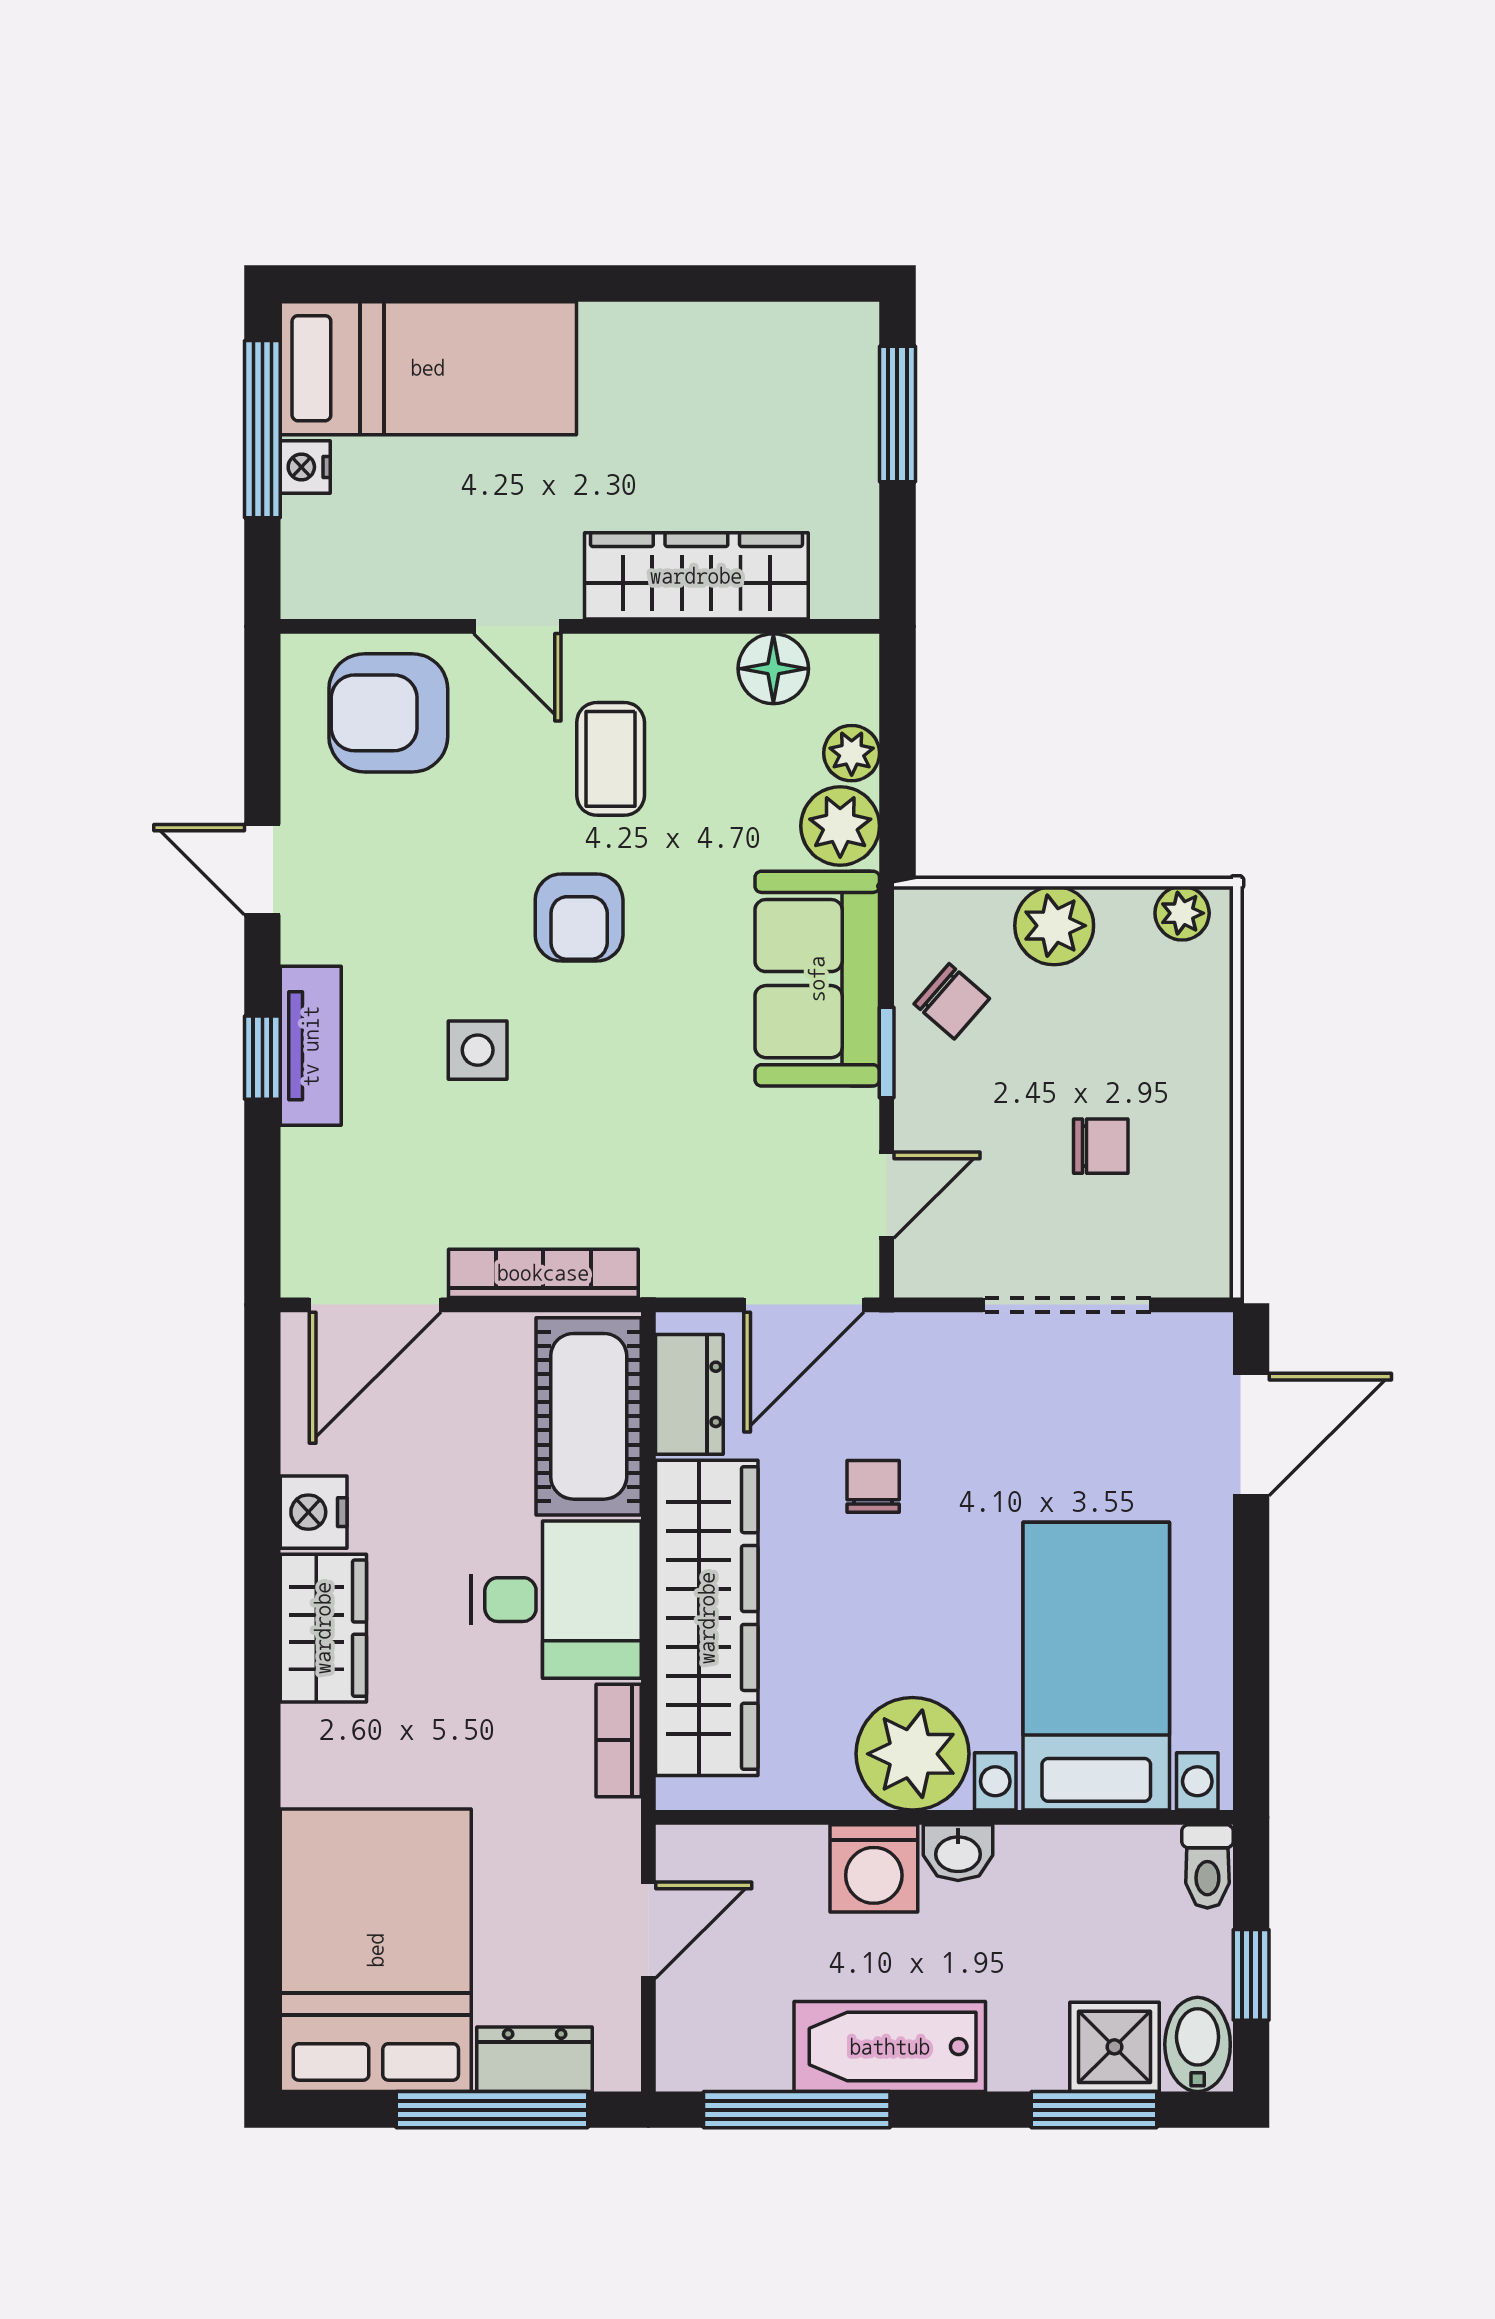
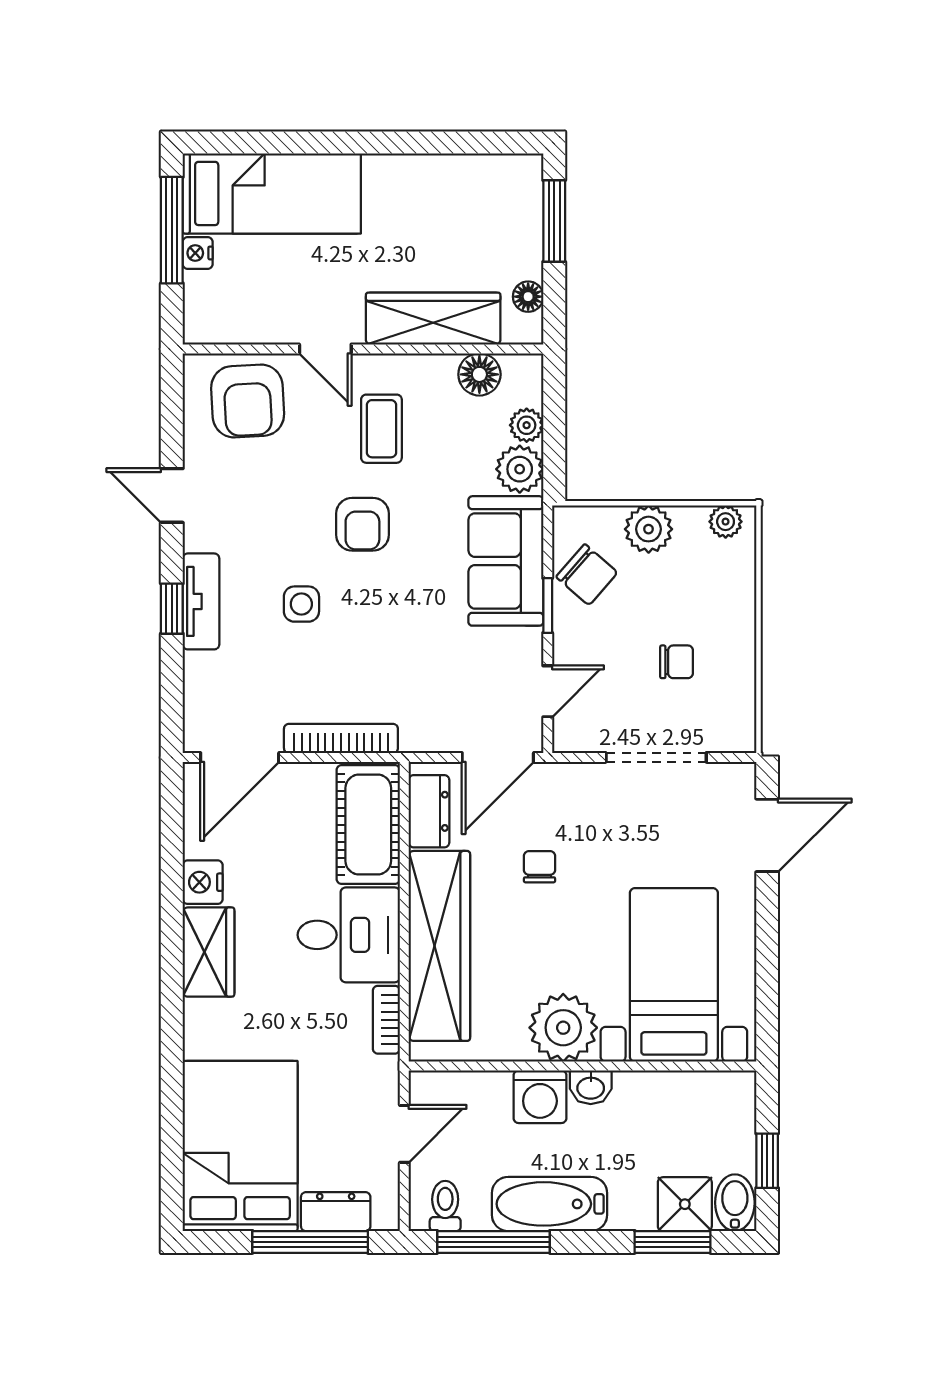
floor lamp: (854, 540) -> (528, 297), added
armchair: (388, 713) -> (248, 401), turned -93
chair: (952, 1001) -> (587, 575), width x1.37, depth x1.37
toilet: (1207, 1866) -> (445, 1206), moved, turned 180

